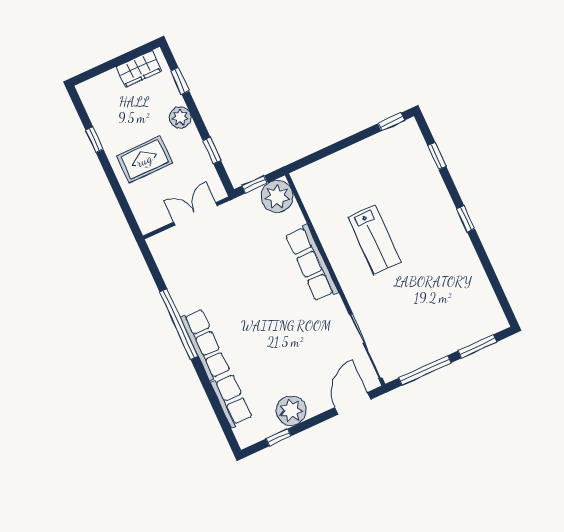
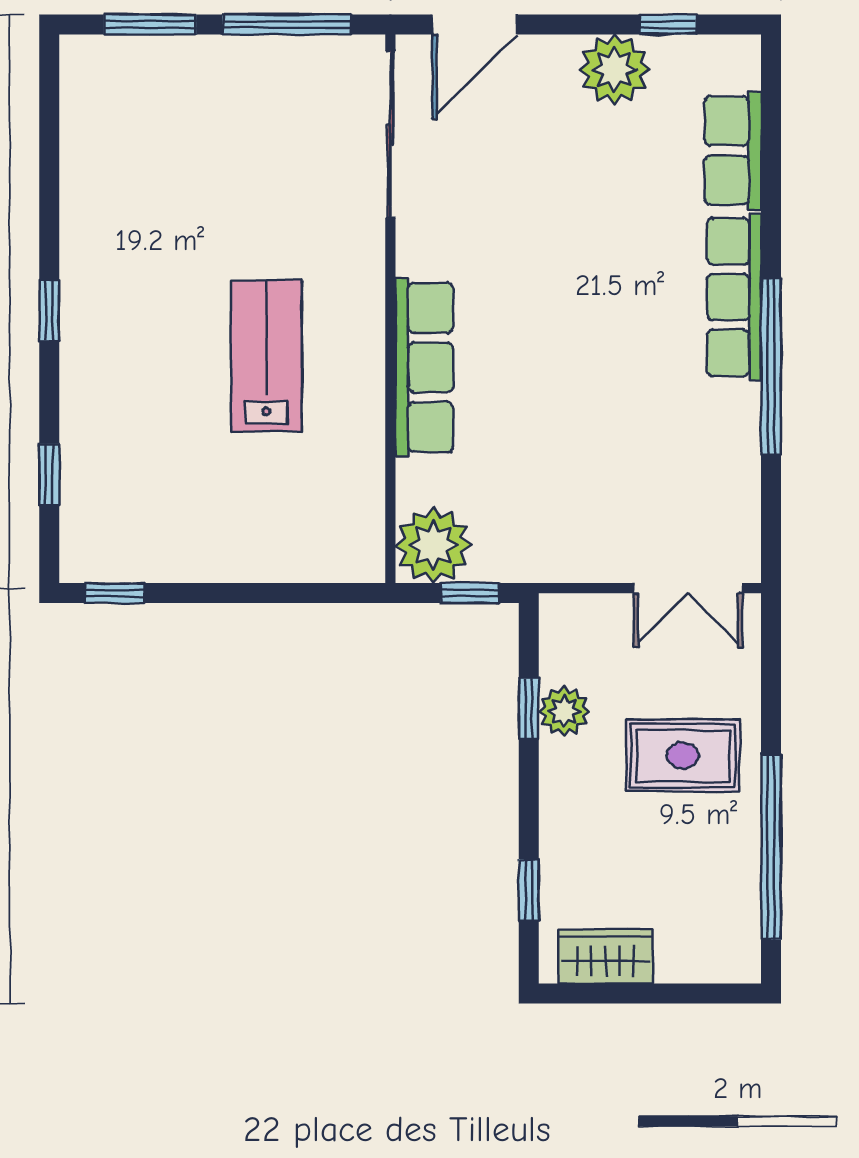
plant: (180, 117) -> (564, 711), moved
window: (94, 140) -> (771, 847), width x3.17
double door: (195, 214) -> (688, 588), moved

